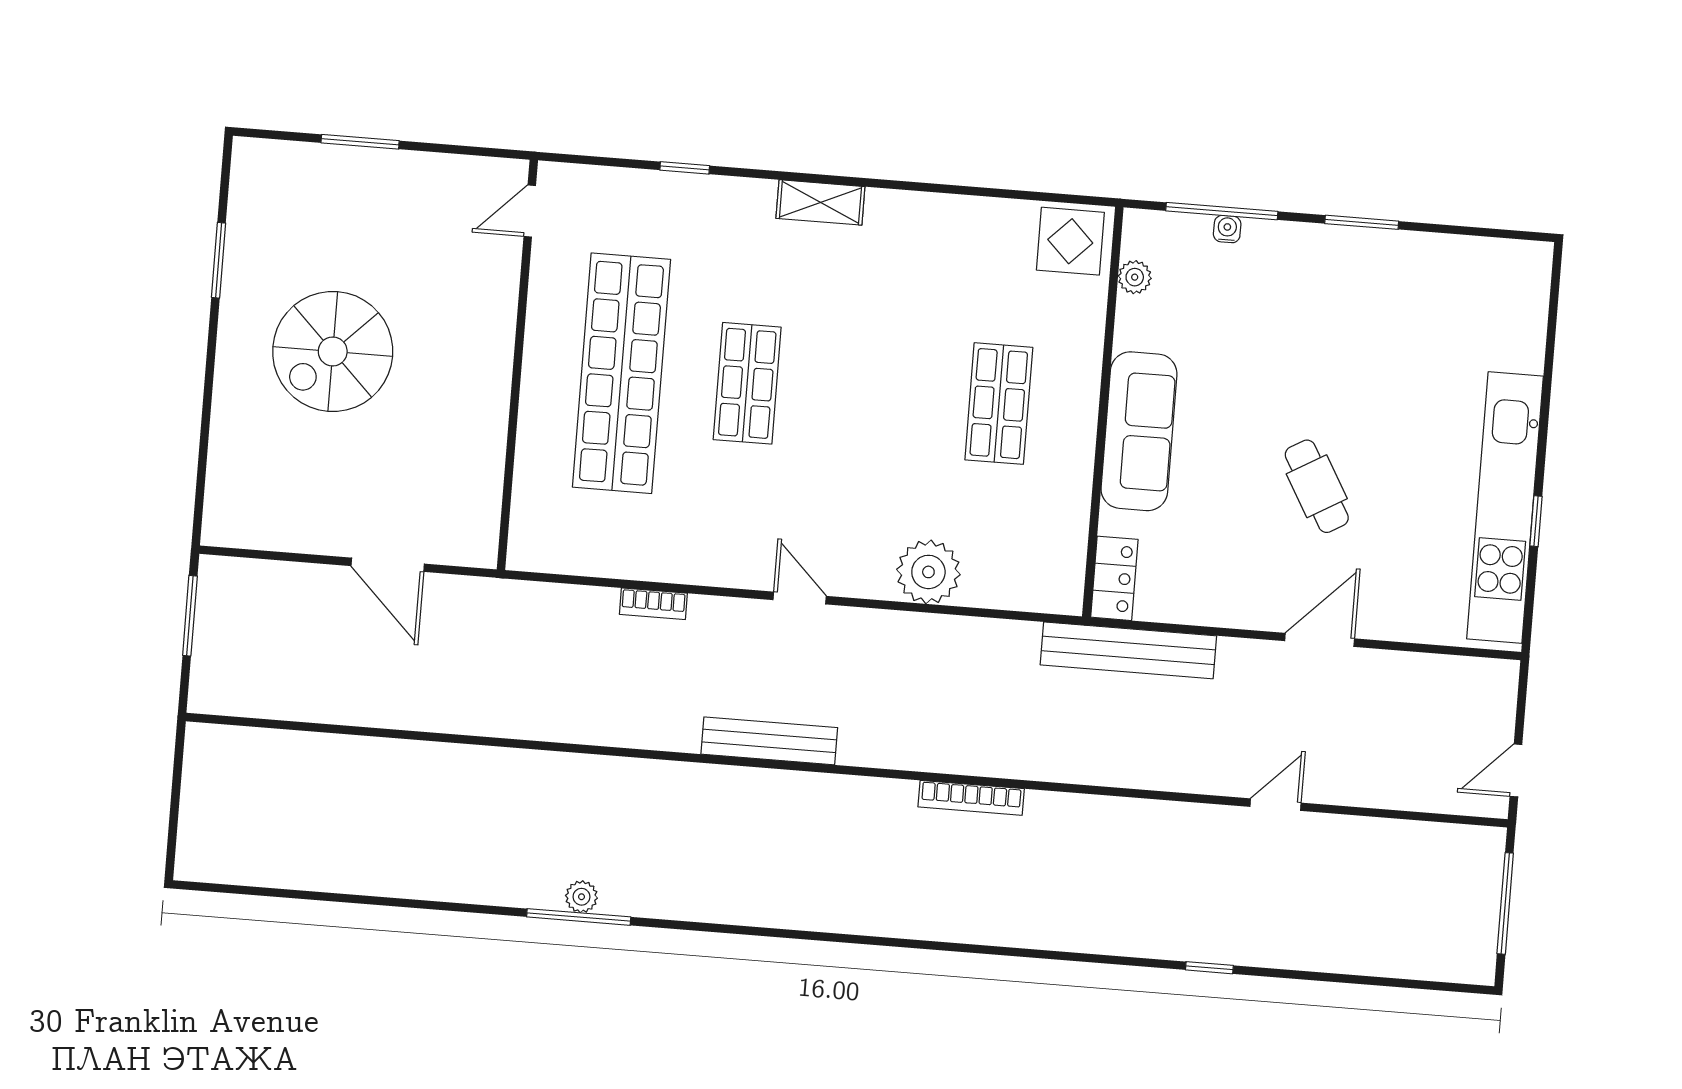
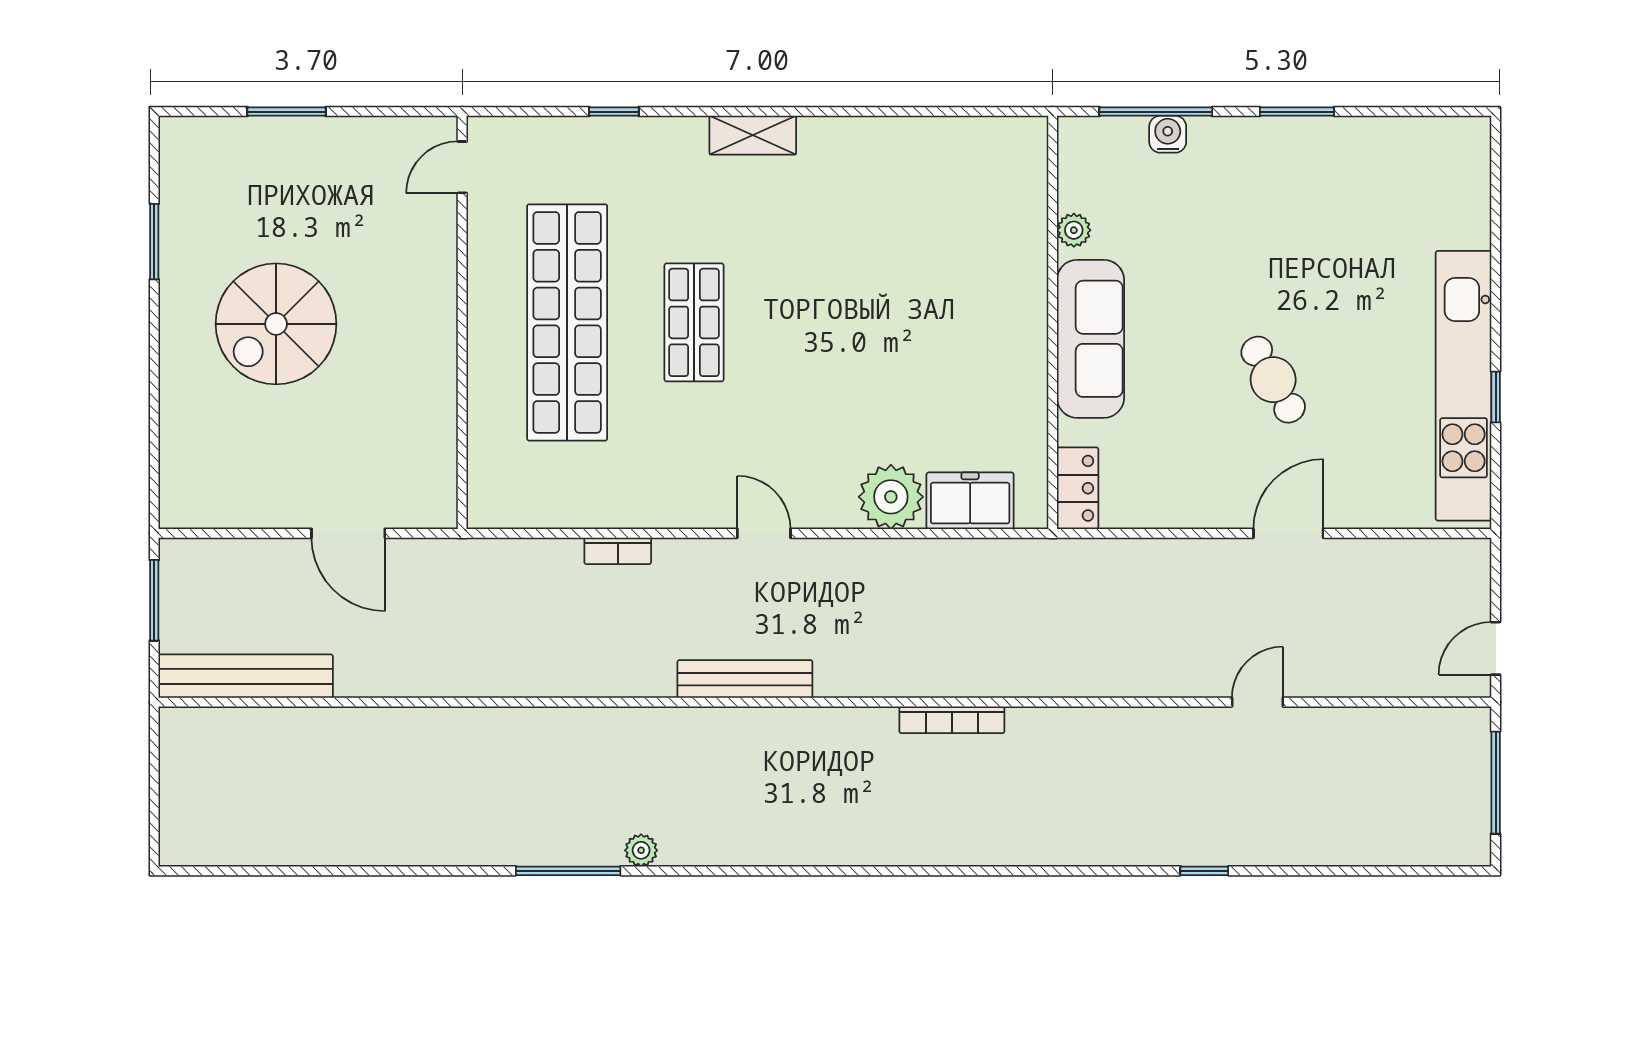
water cooler: (1227, 229) -> (1168, 134), width x1.38, depth x1.38
display table: (1070, 241) -> (1006, 154), removed
plant: (1135, 277) -> (1074, 230), moved
shop shelf: (999, 404) -> (948, 322), removed
freezer: (1007, 582) -> (970, 501), added
bench: (1128, 650) -> (246, 676), moved
plant: (581, 897) -> (641, 850), moved

